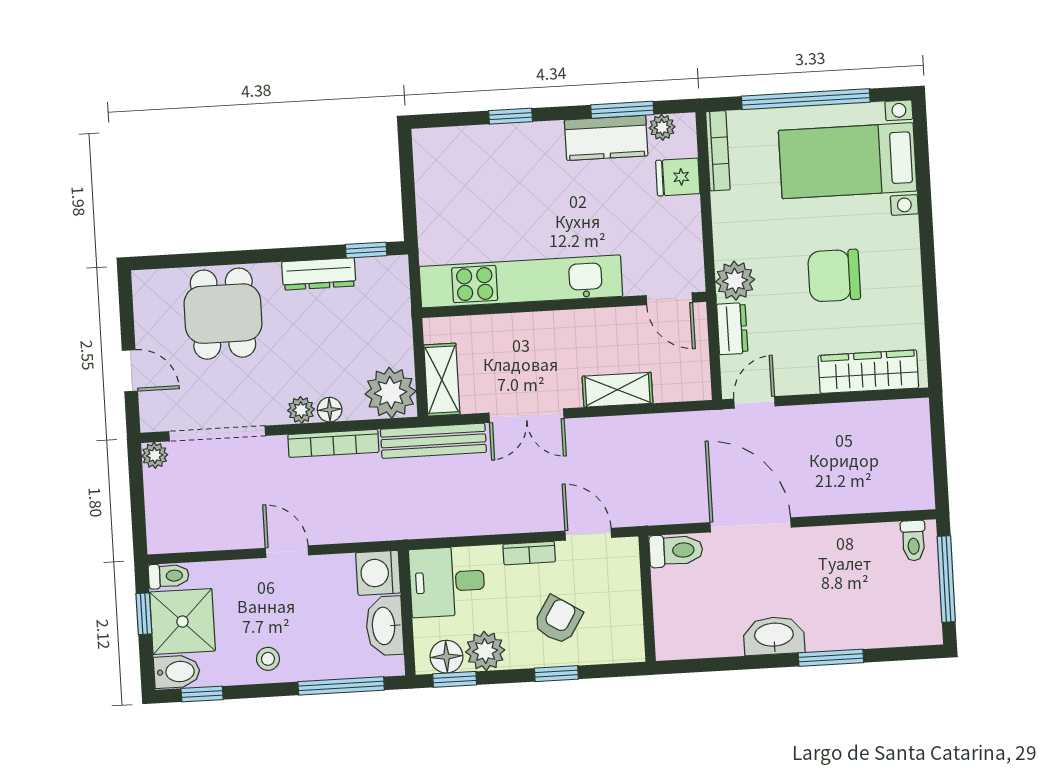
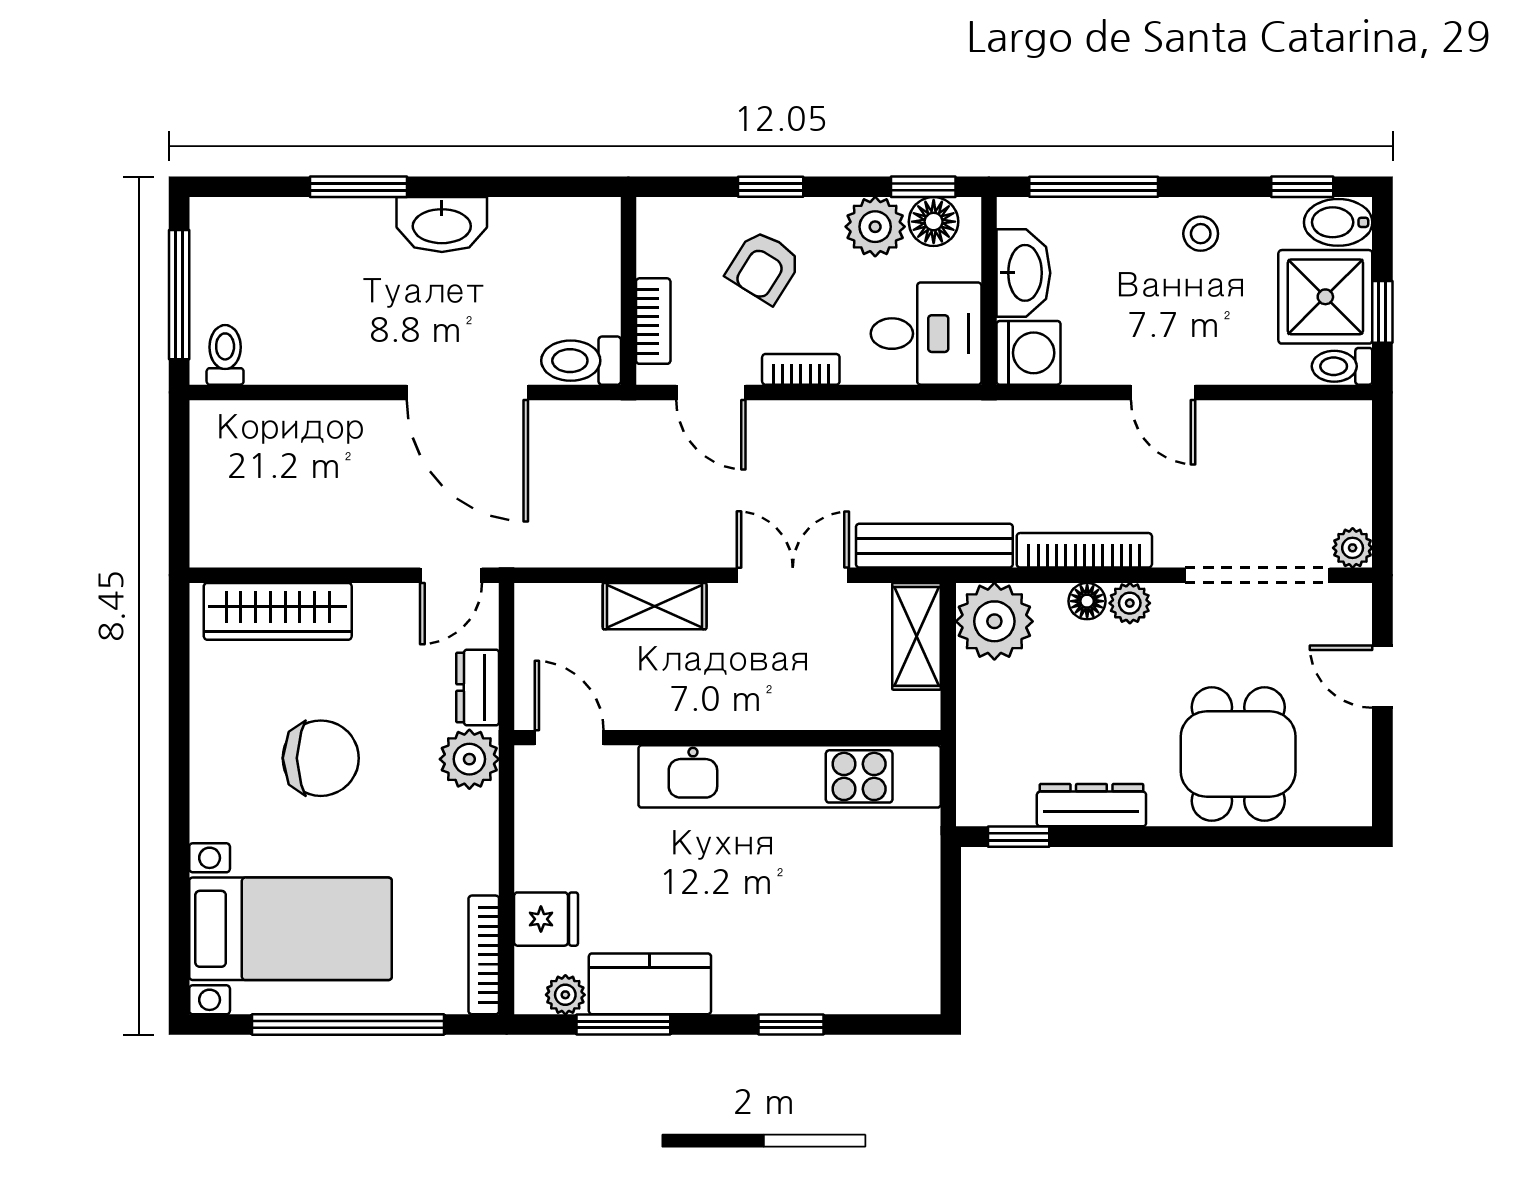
bookcase: (629, 580) -> (653, 321), added

